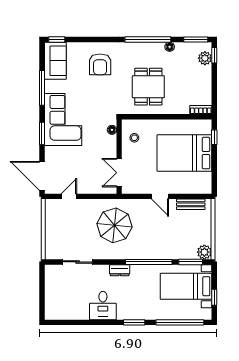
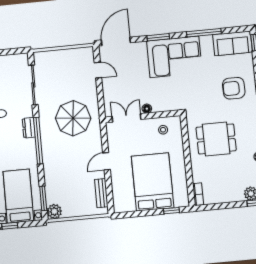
floor lamp: (112, 130) -> (147, 109), moved
sliding door: (78, 262) -> (33, 85), width x1.37
window: (149, 262) -> (38, 141), moved

